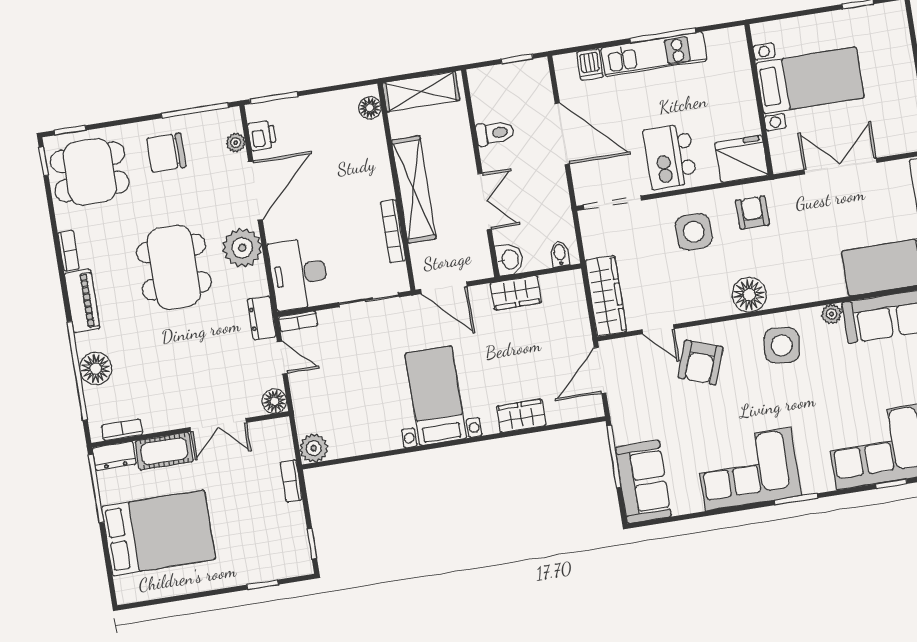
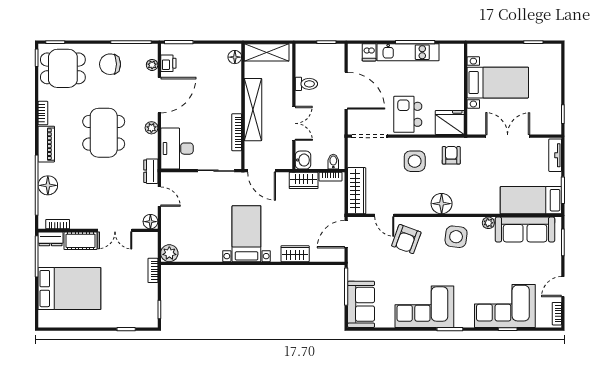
plant: (242, 248) -> (151, 128), width x0.53, depth x0.53
bookcase: (298, 321) -> (330, 177), moved

